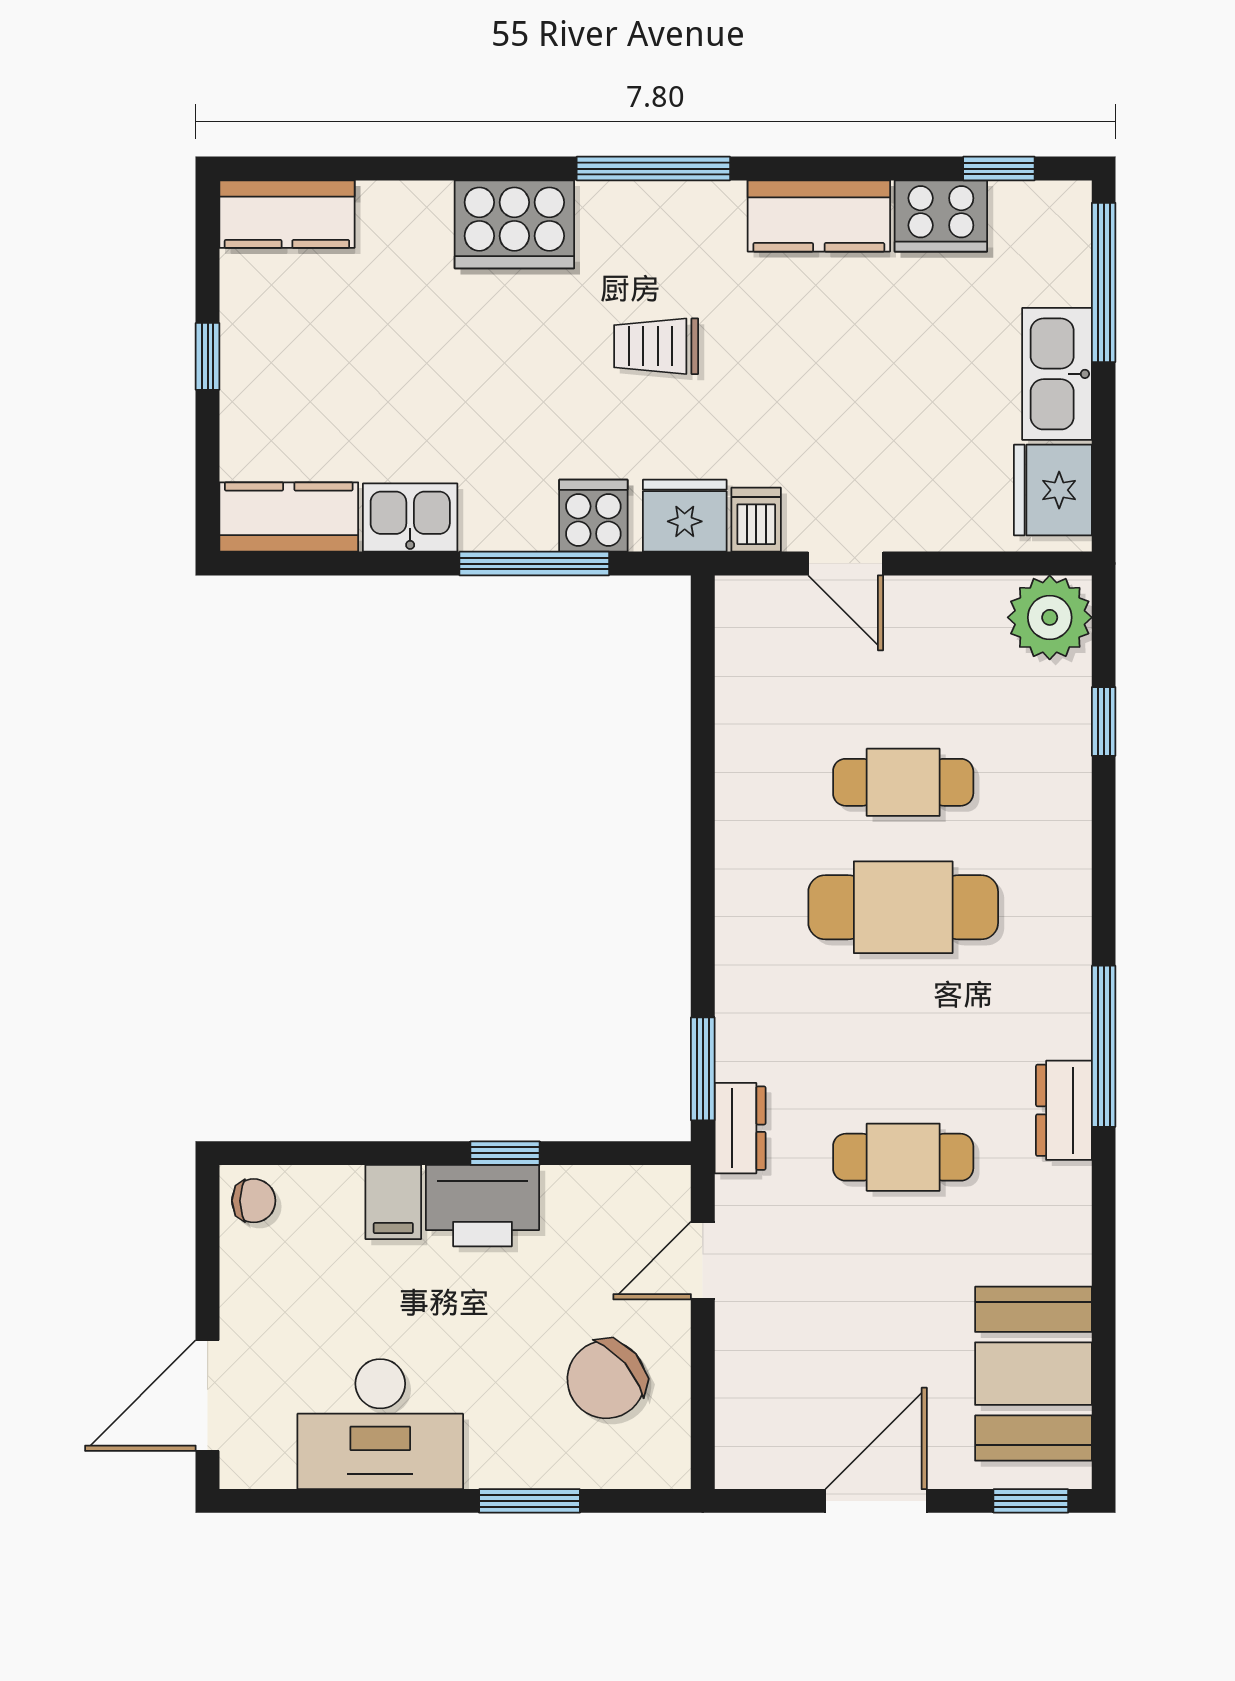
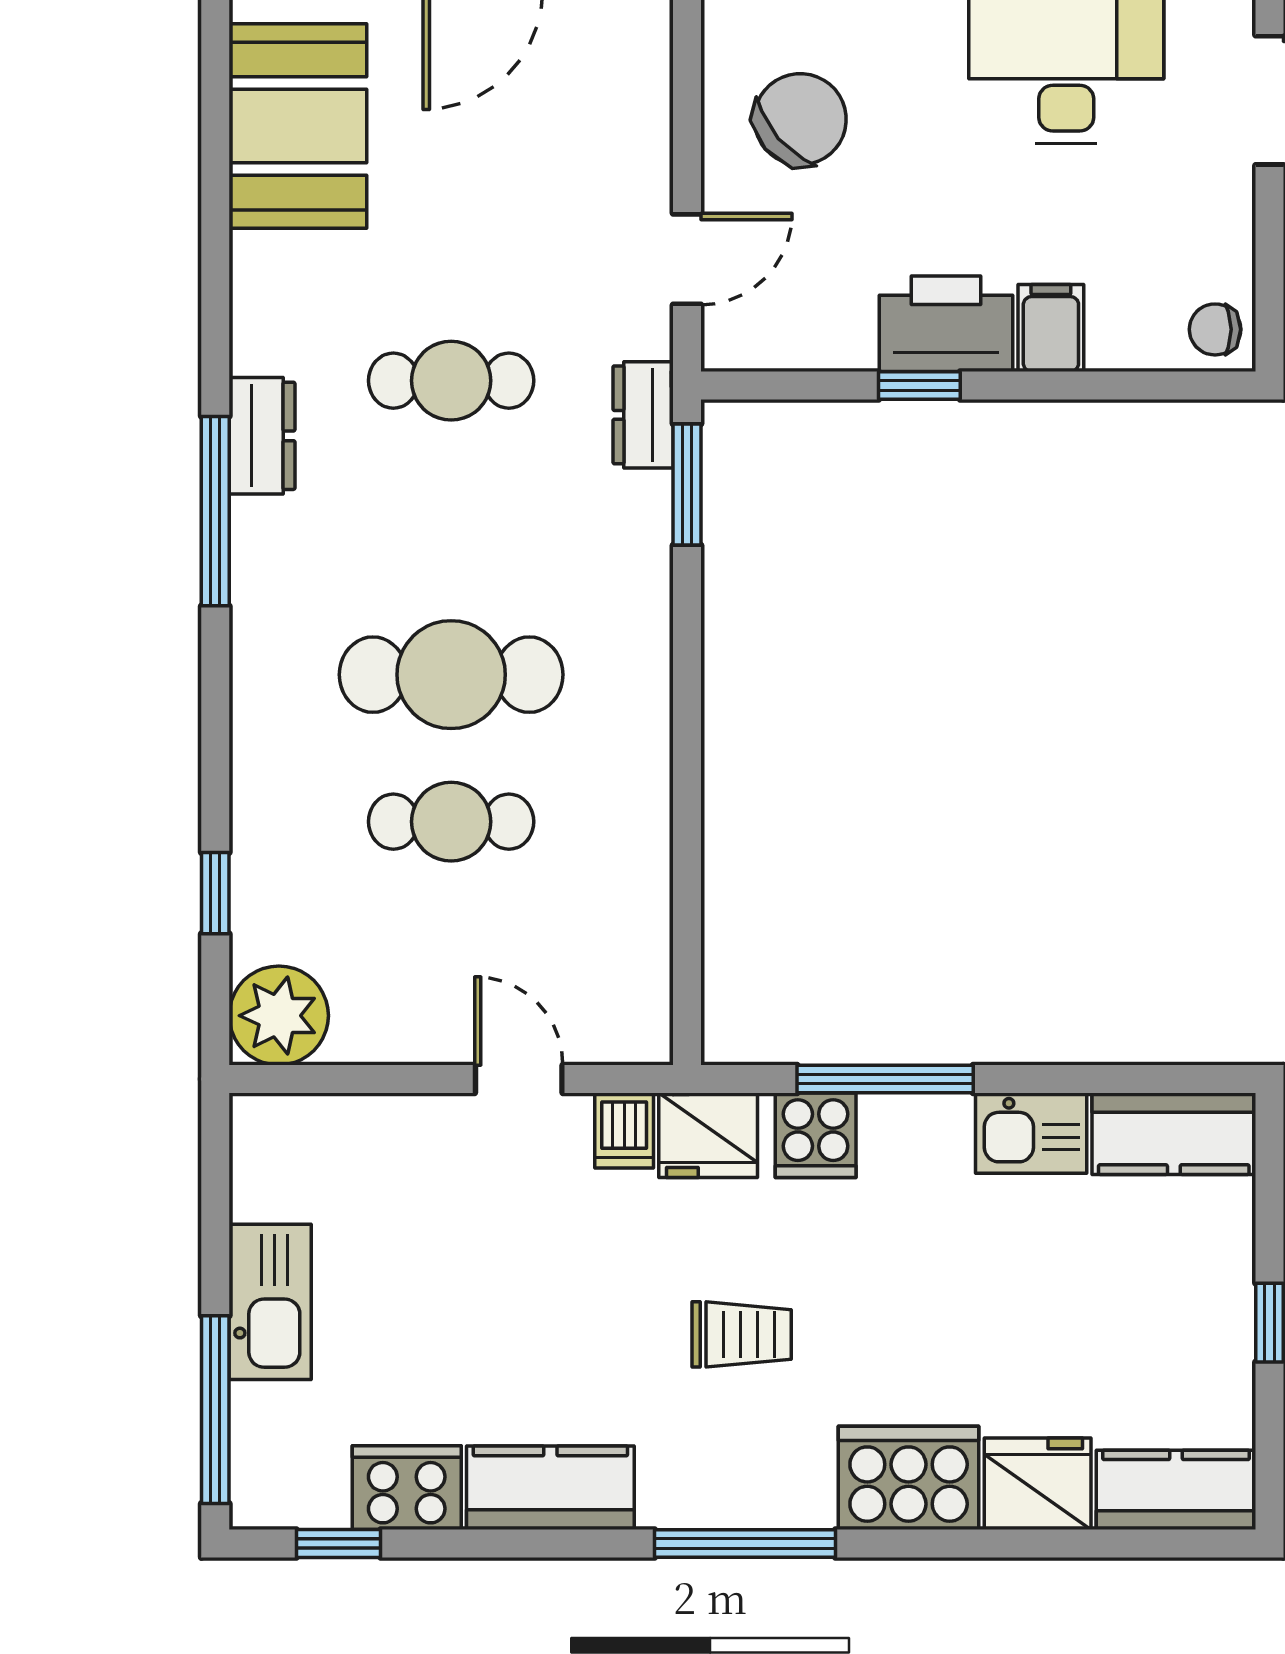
fridge: (1053, 490) -> (1038, 1484), moved, turned -90

